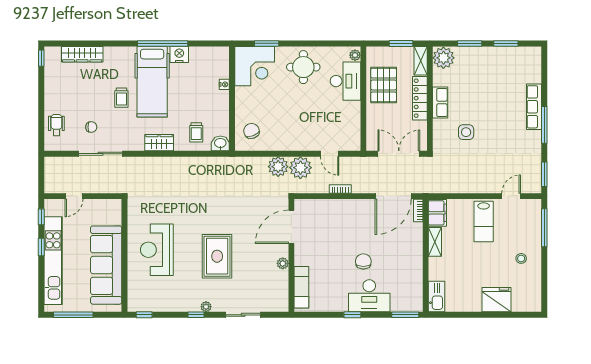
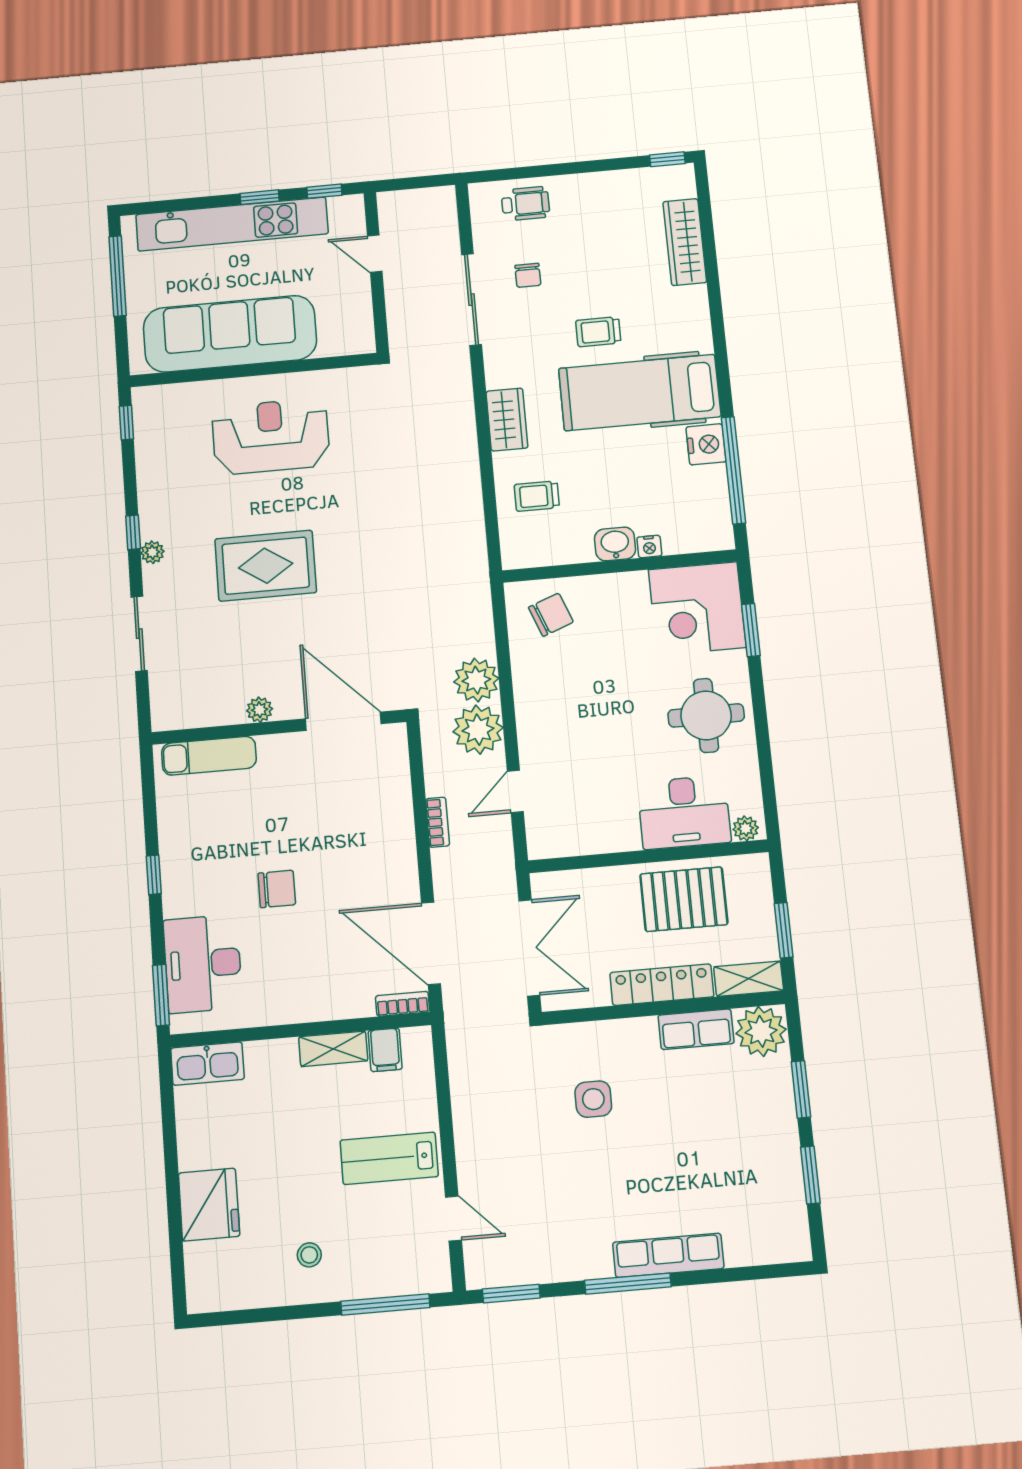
window: (163, 43) -> (733, 470), moved
row of seats: (440, 102) -> (696, 1029), moved
washbasin: (220, 143) -> (615, 544), moved, turned -90
filing cabinet: (437, 213) -> (385, 1050), width x0.50
desk: (369, 296) -> (203, 964), moved

